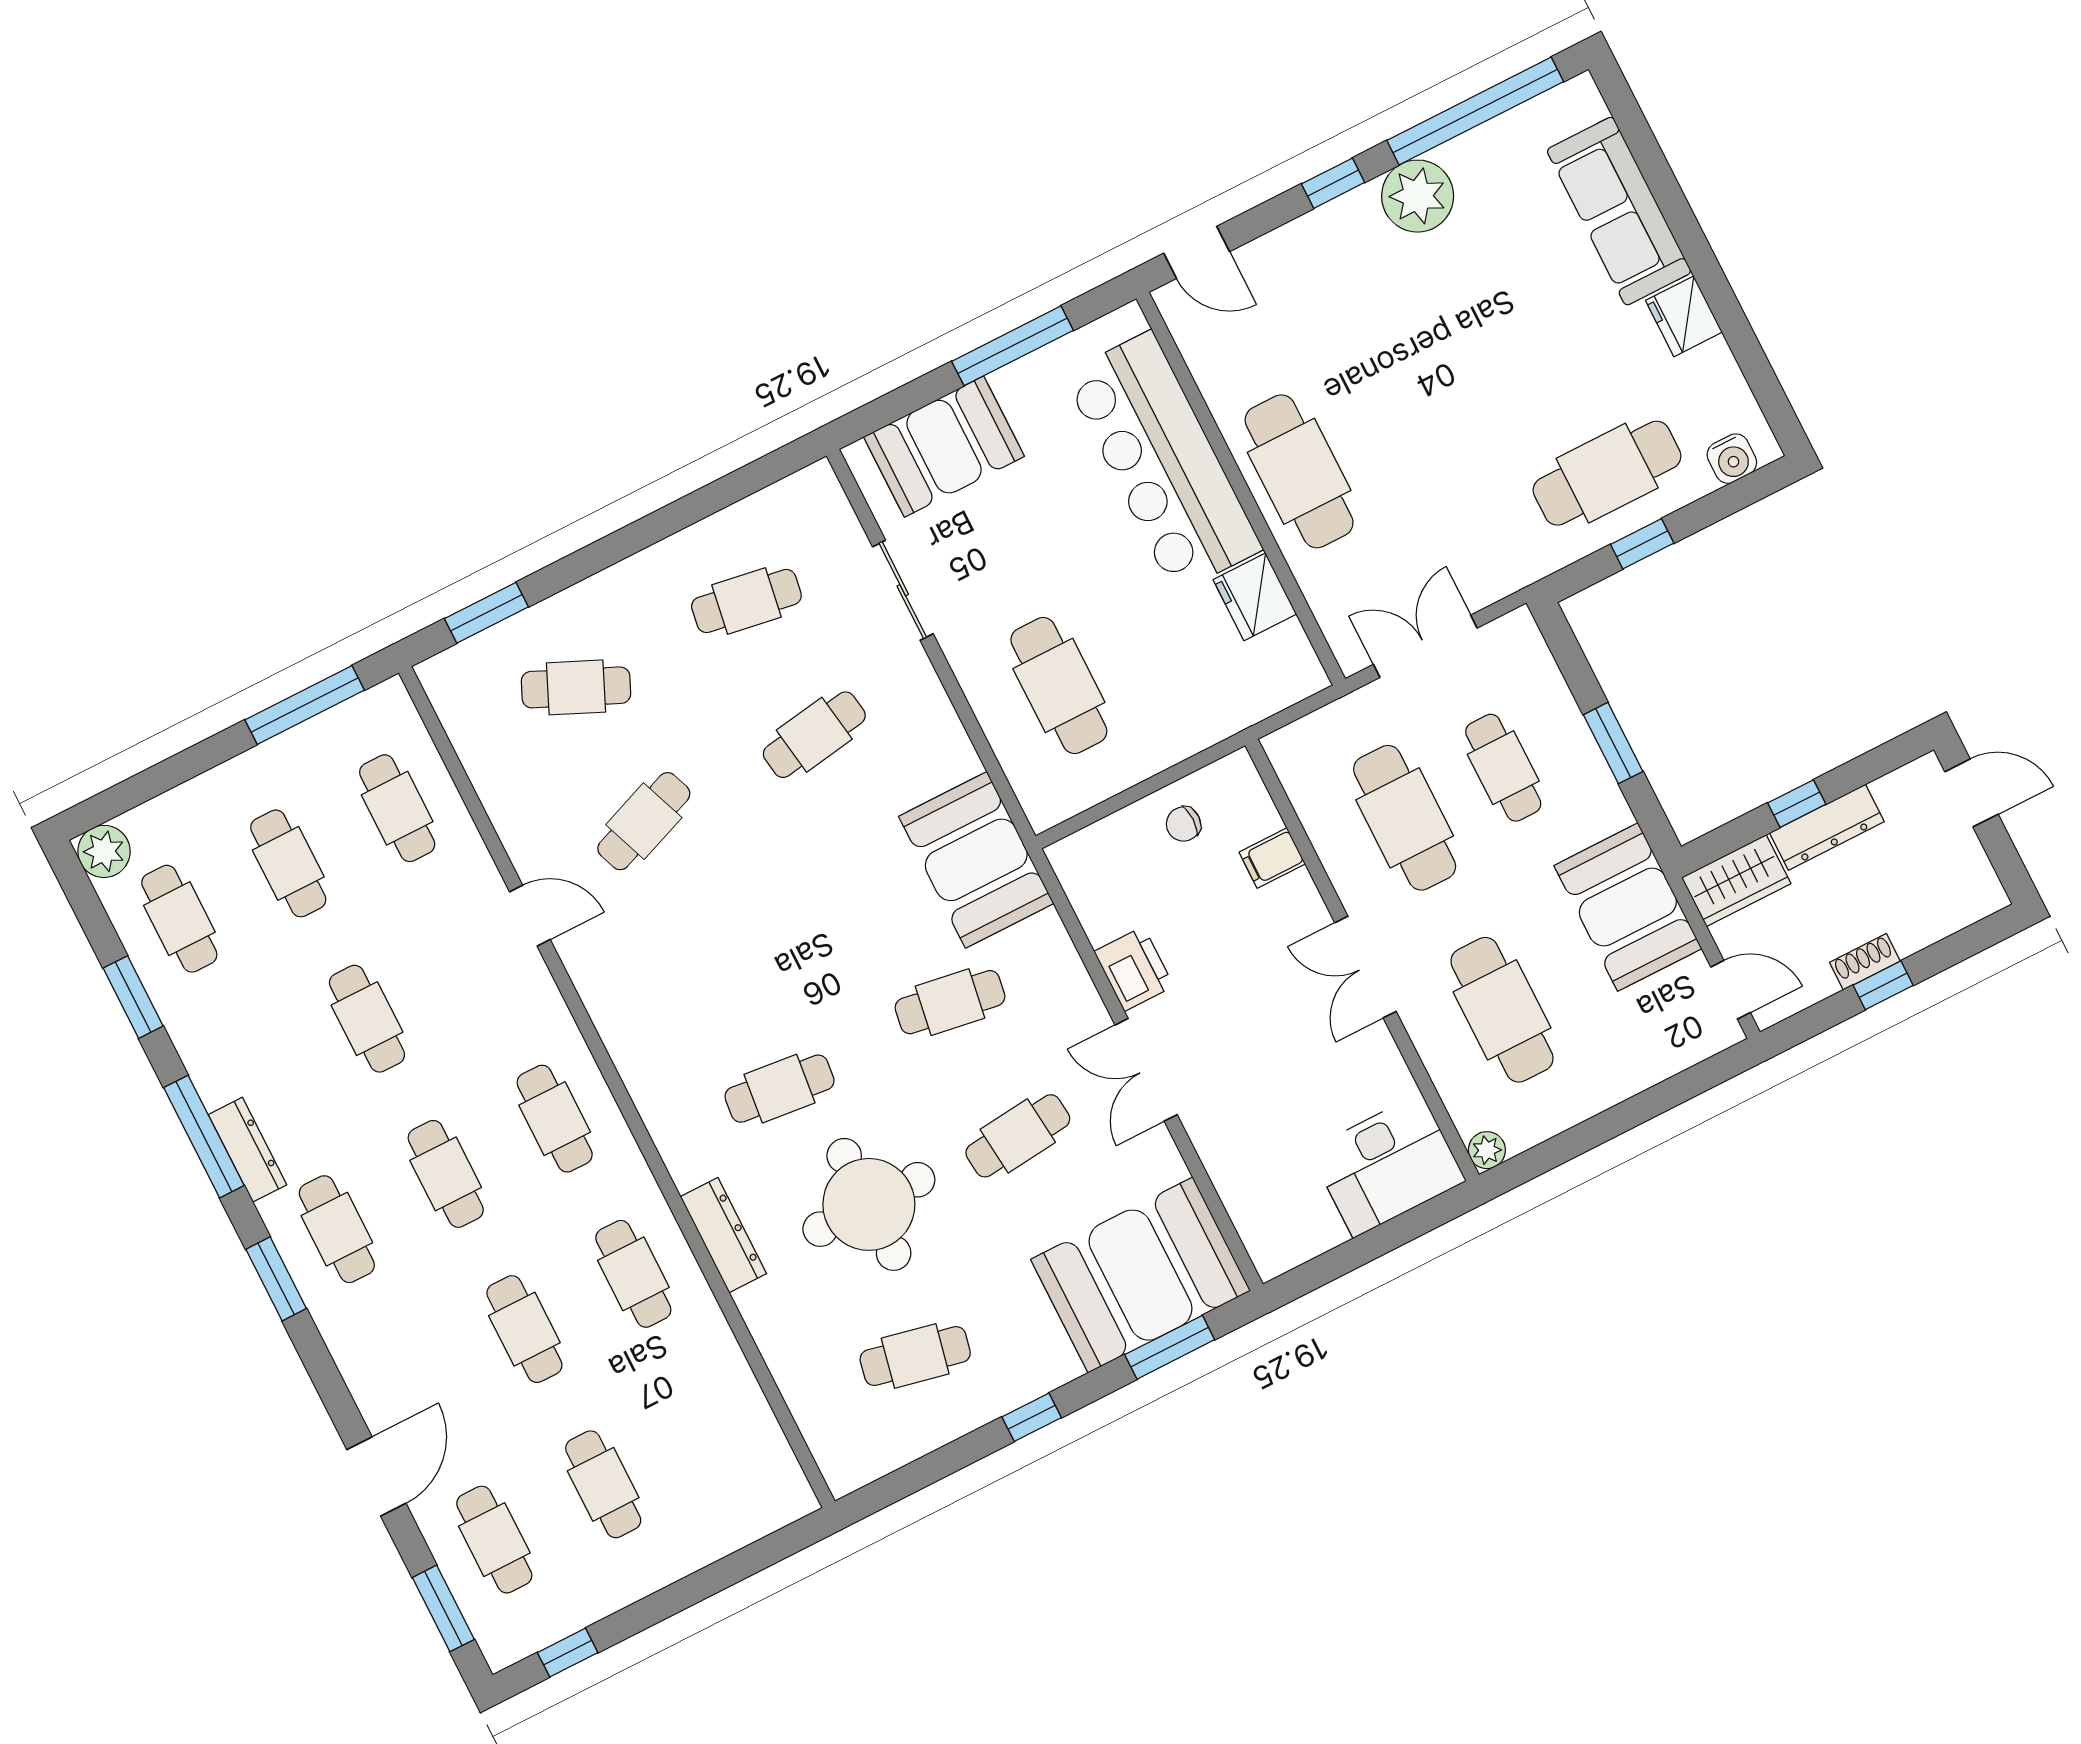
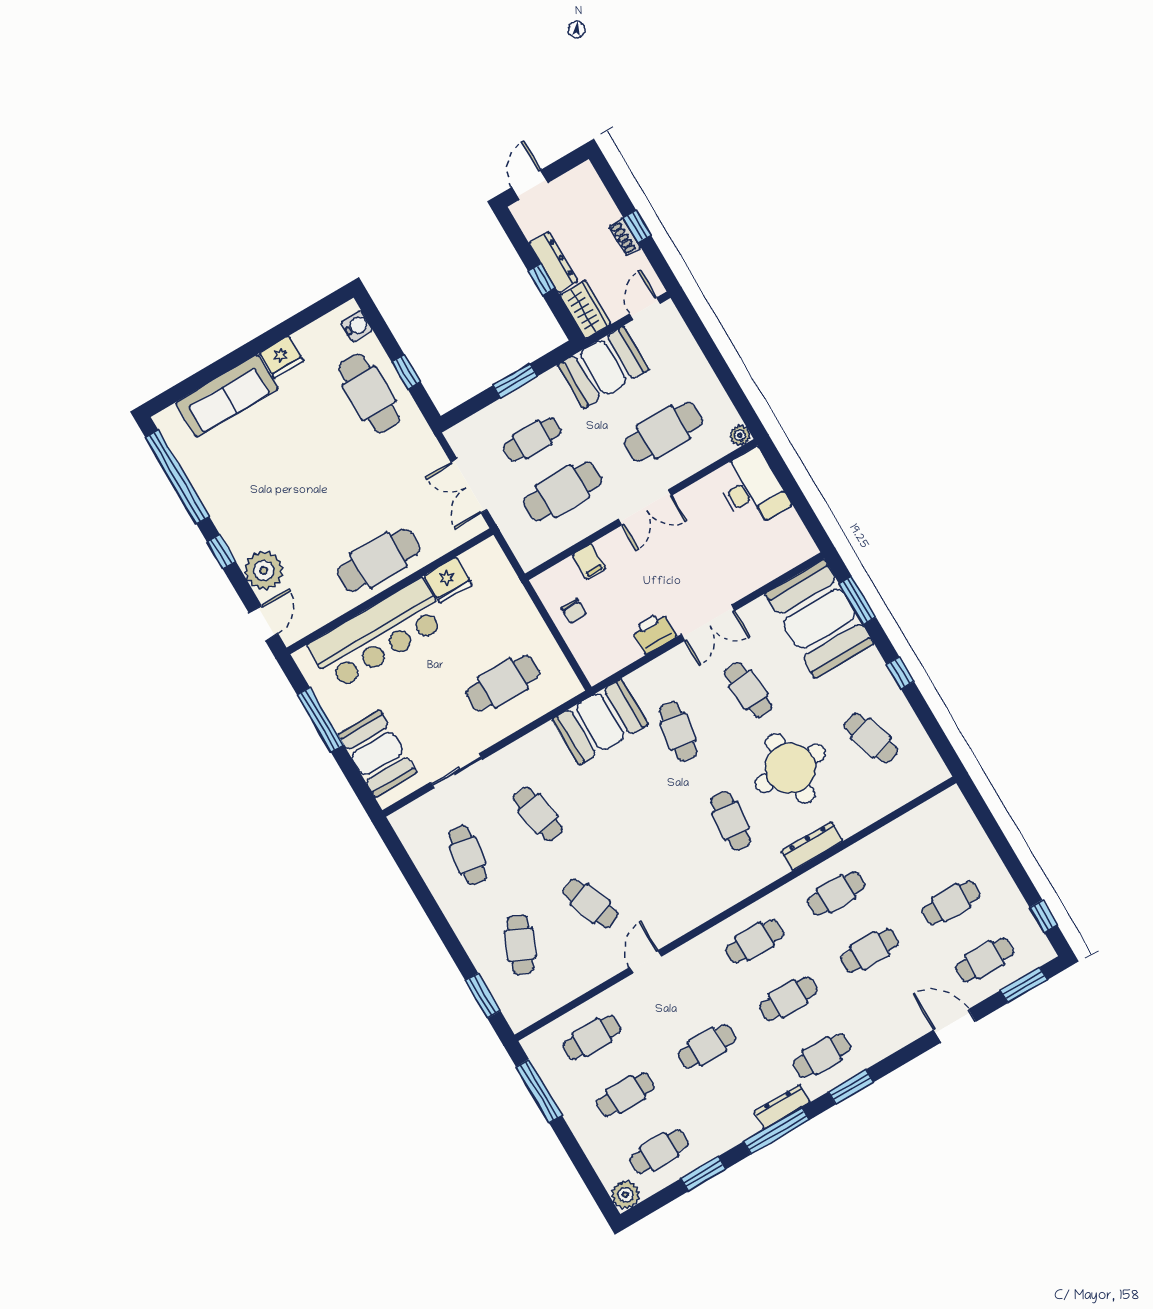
plant: (1418, 196) -> (264, 571), moved
cafe table: (915, 1356) -> (871, 738), turned -30

